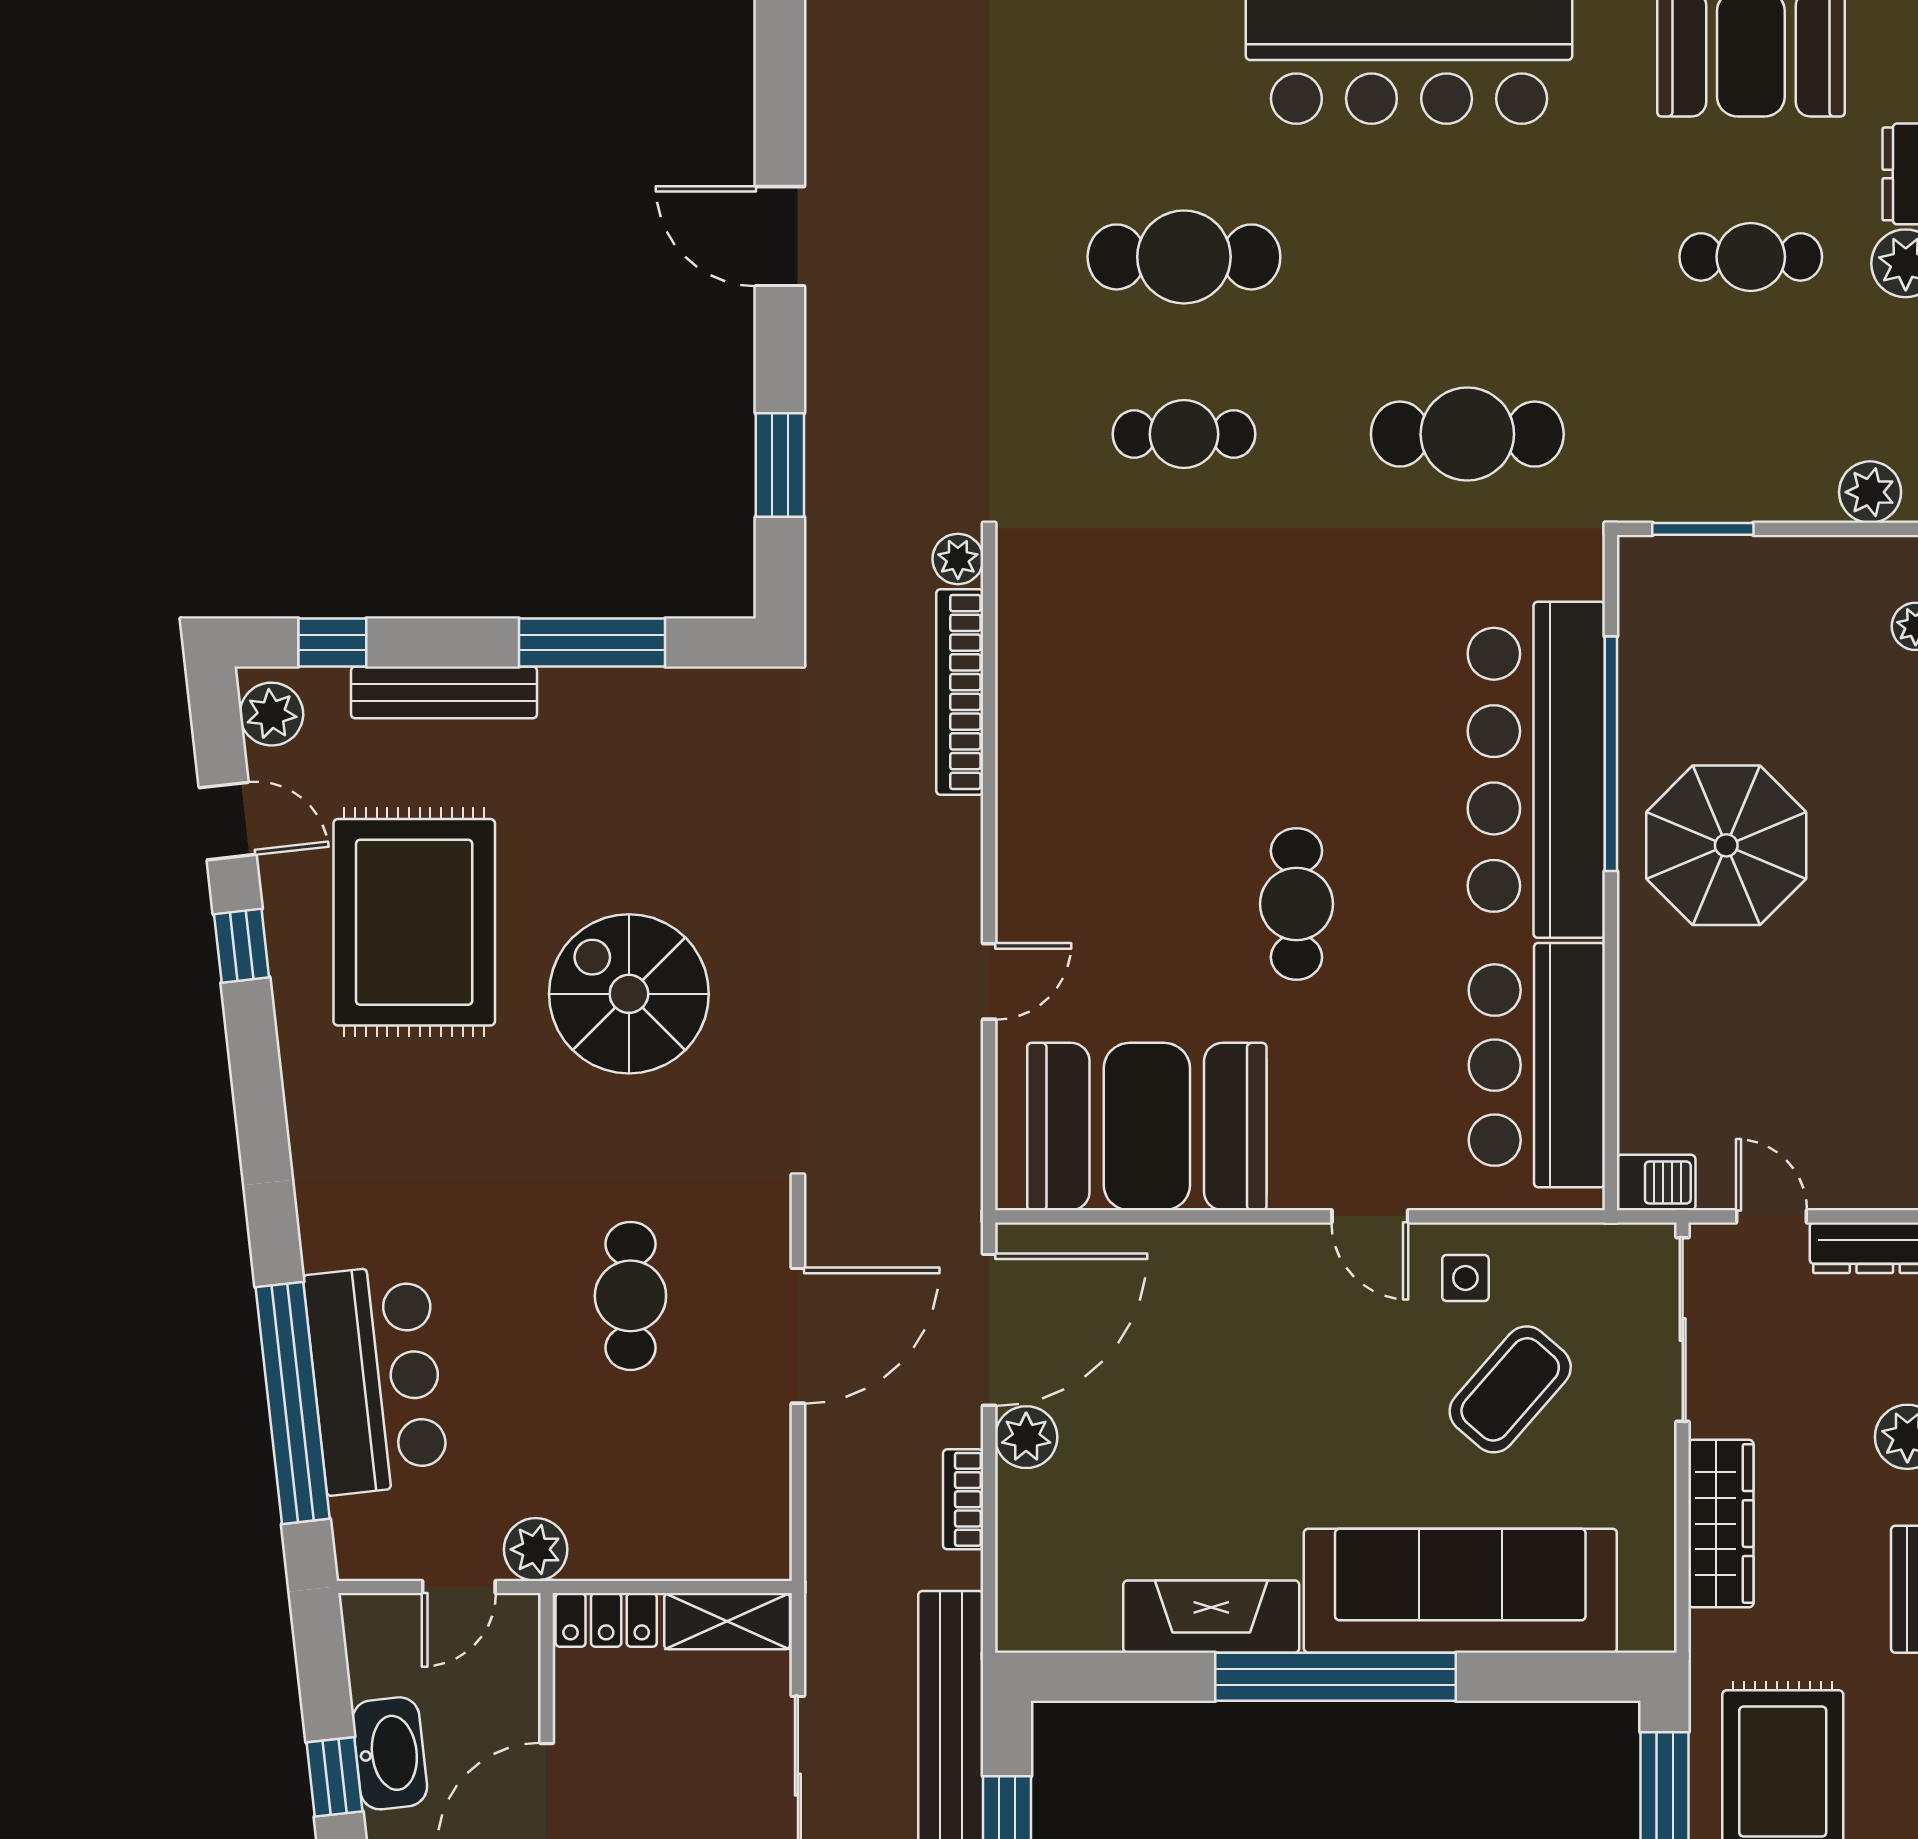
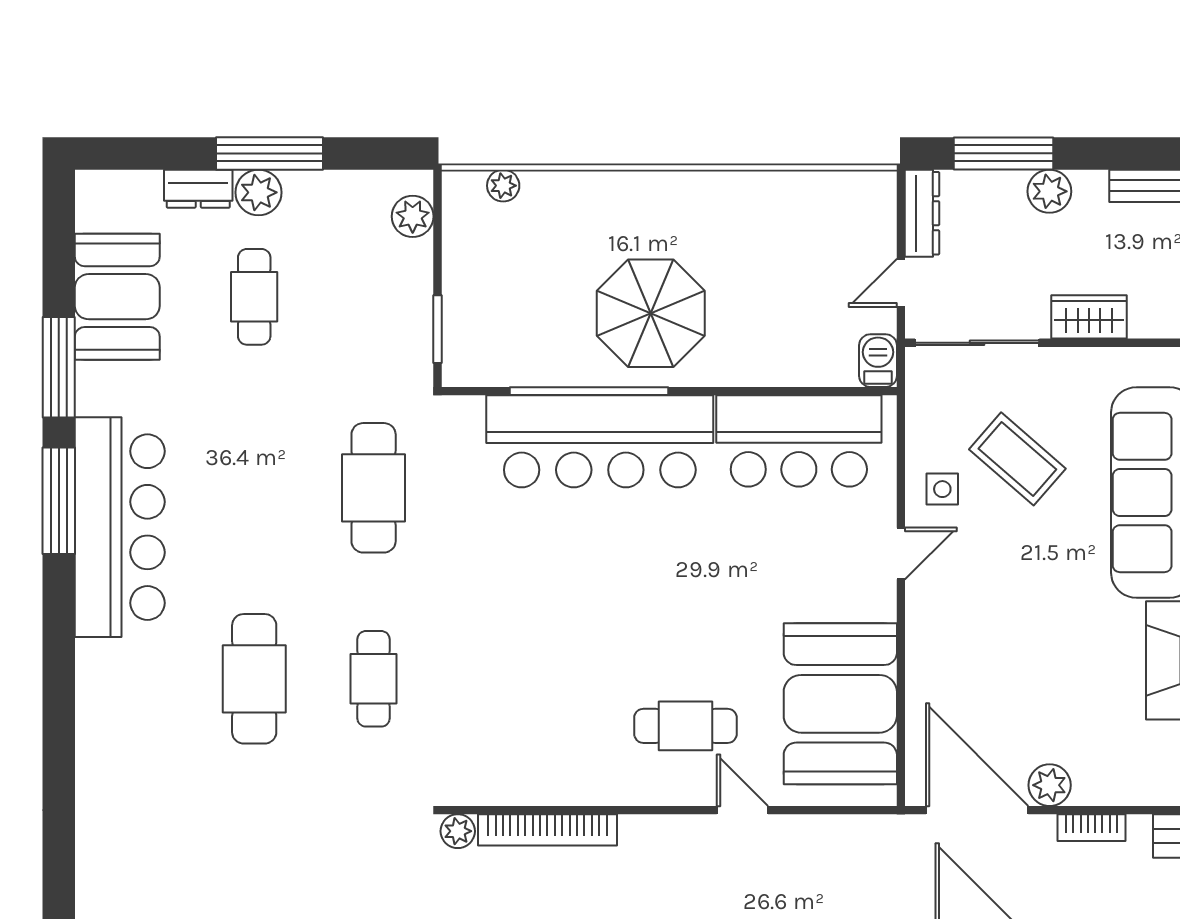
cafe table: (1296, 904) -> (685, 726), moved
wardrobe: (1721, 1524) -> (1089, 317), width x0.67

